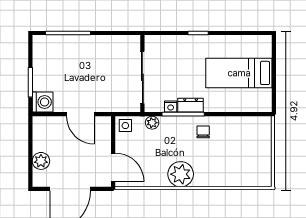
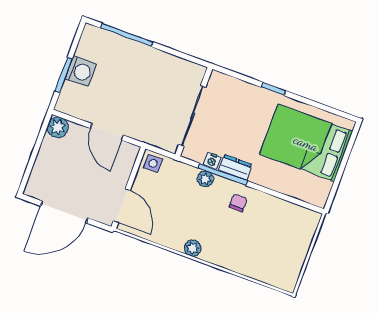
bed: (239, 73) -> (306, 143), width x1.50
washing machine: (43, 102) -> (81, 71), moved
plant: (152, 123) -> (205, 179), moved
plant: (41, 161) -> (58, 127), moved
plant: (181, 174) -> (193, 248), width x0.53, depth x0.53

